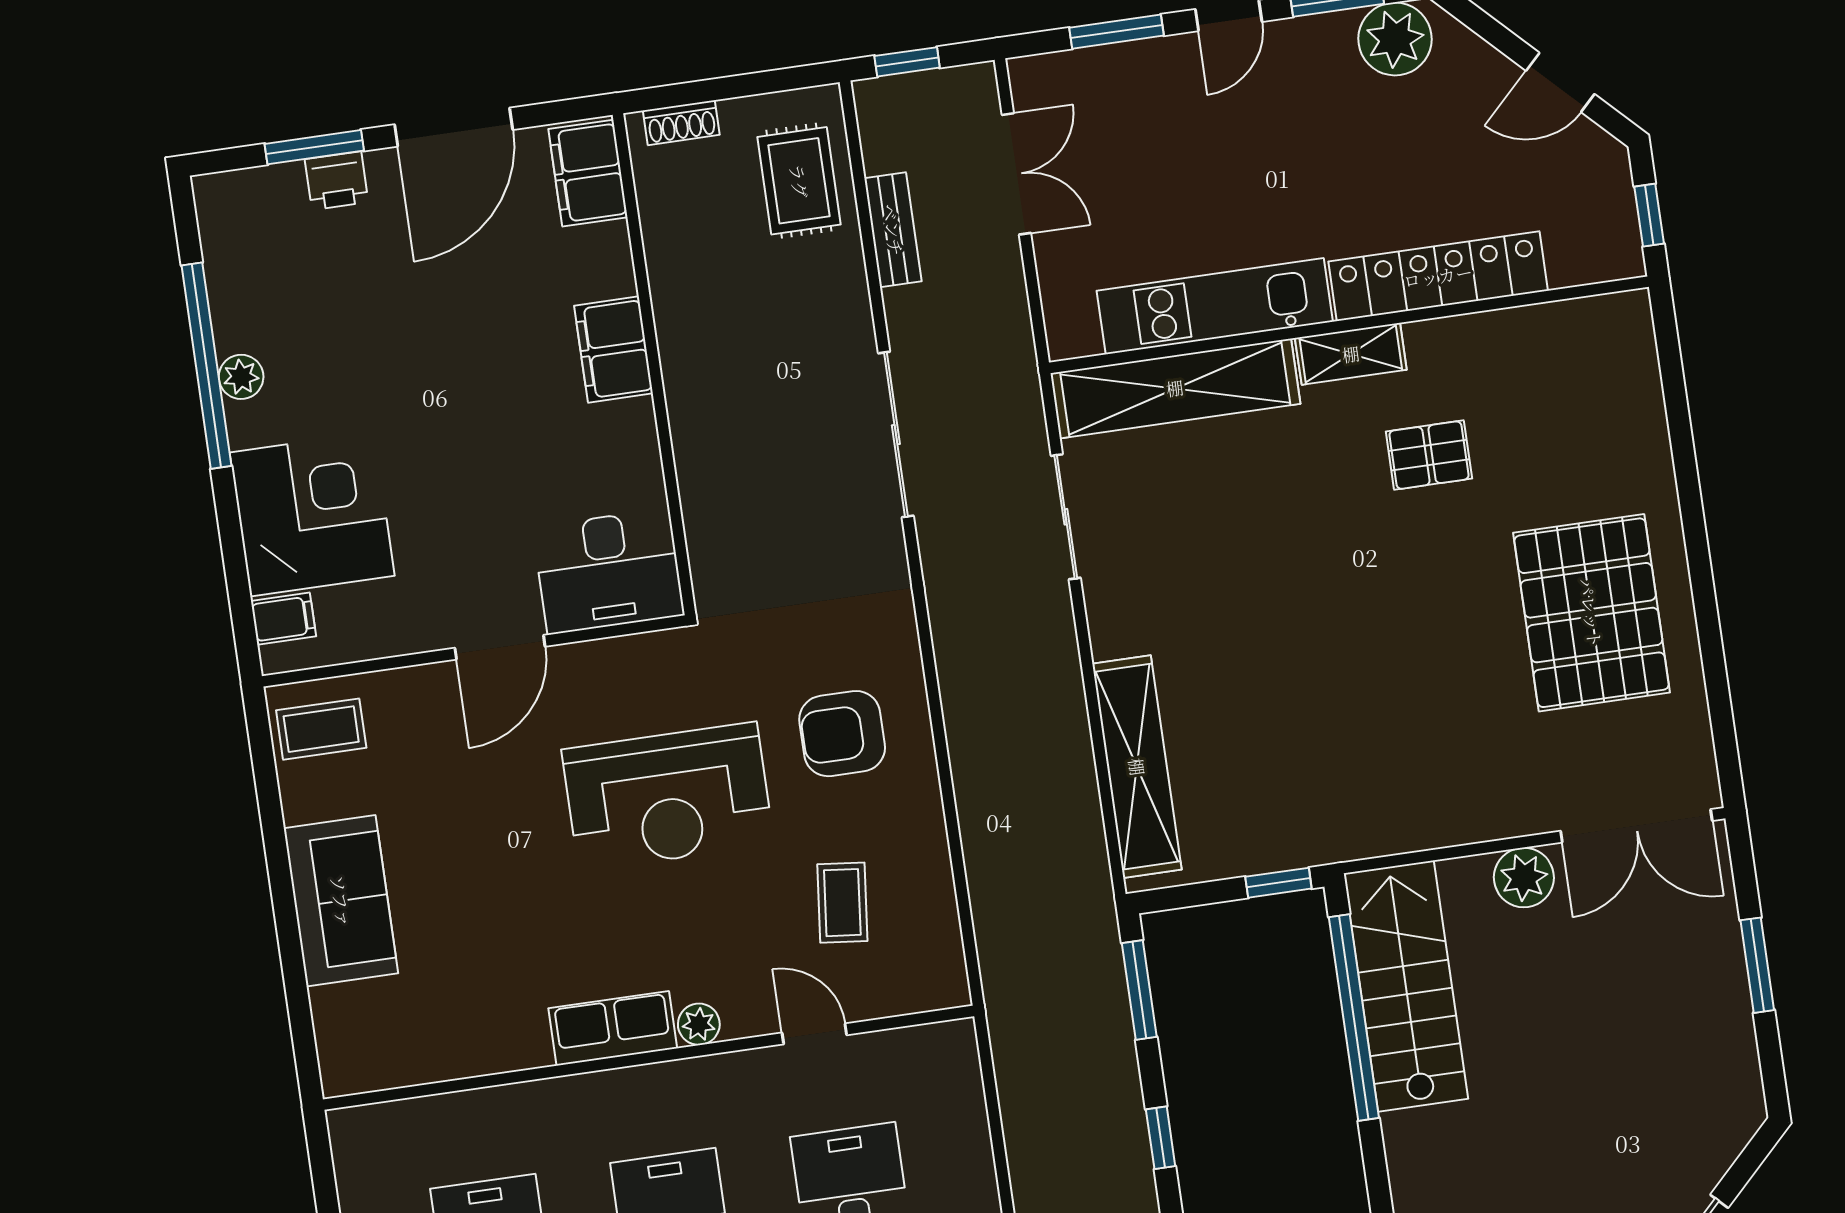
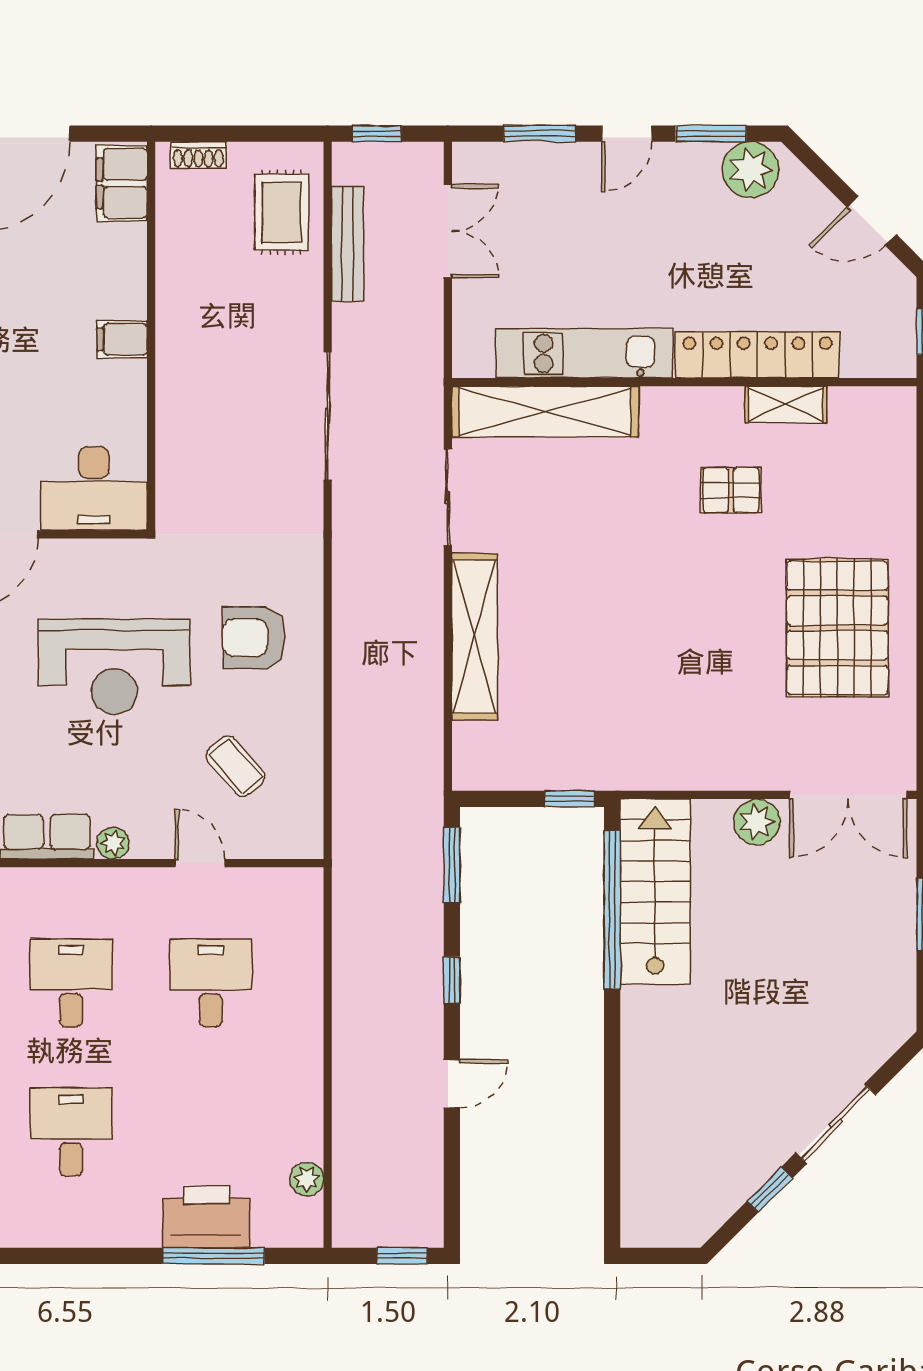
bench: (893, 230) -> (348, 244), width x1.36
filing cabinet: (614, 350) -> (122, 339), width x0.50
shelving: (1351, 354) -> (786, 404), moved
shelving: (1137, 767) -> (474, 637), moved
coffee table: (842, 903) -> (235, 766), turned -47

